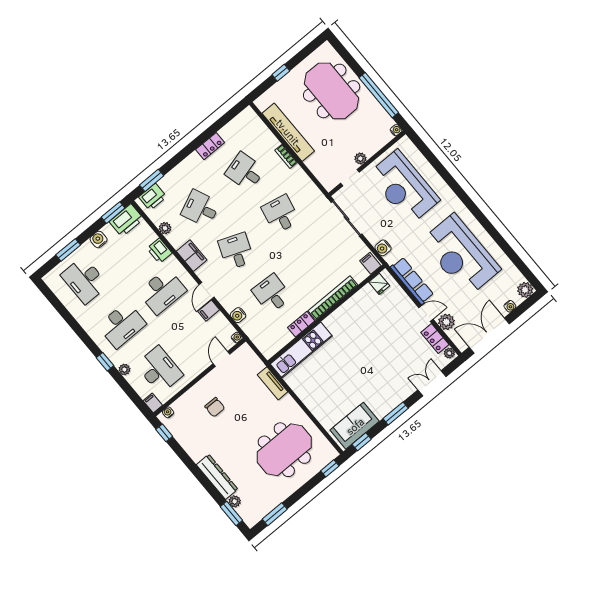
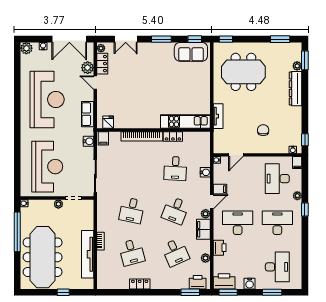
meeting table: (332, 91) -> (43, 257), width x1.36
plant: (203, 273) -> (206, 214), added
row of seats: (412, 281) -> (88, 114), width x0.68

